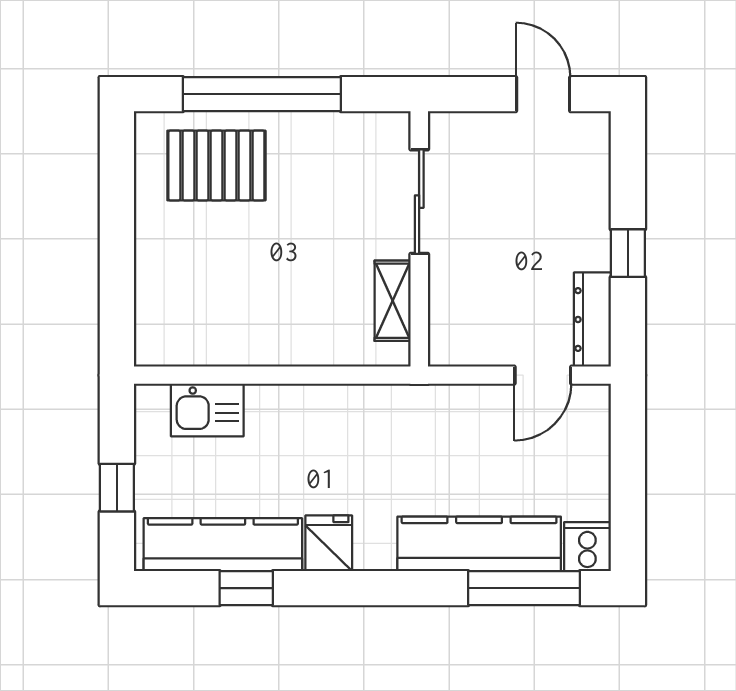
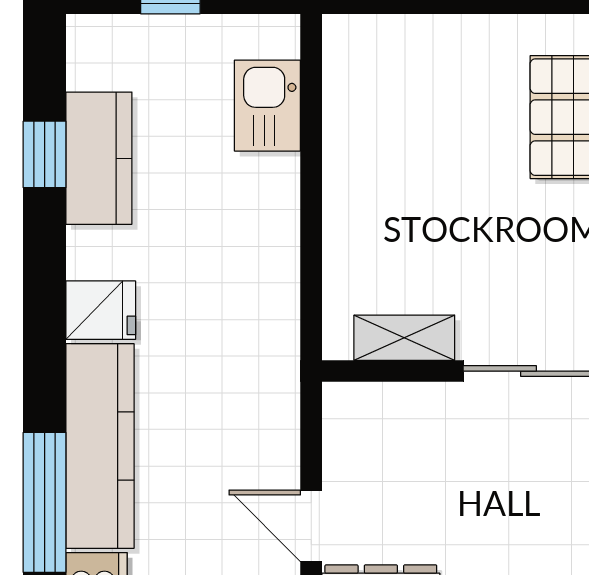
fridge: (329, 543) -> (101, 310), moved
kitchen counter: (223, 545) -> (99, 158), width x0.67

